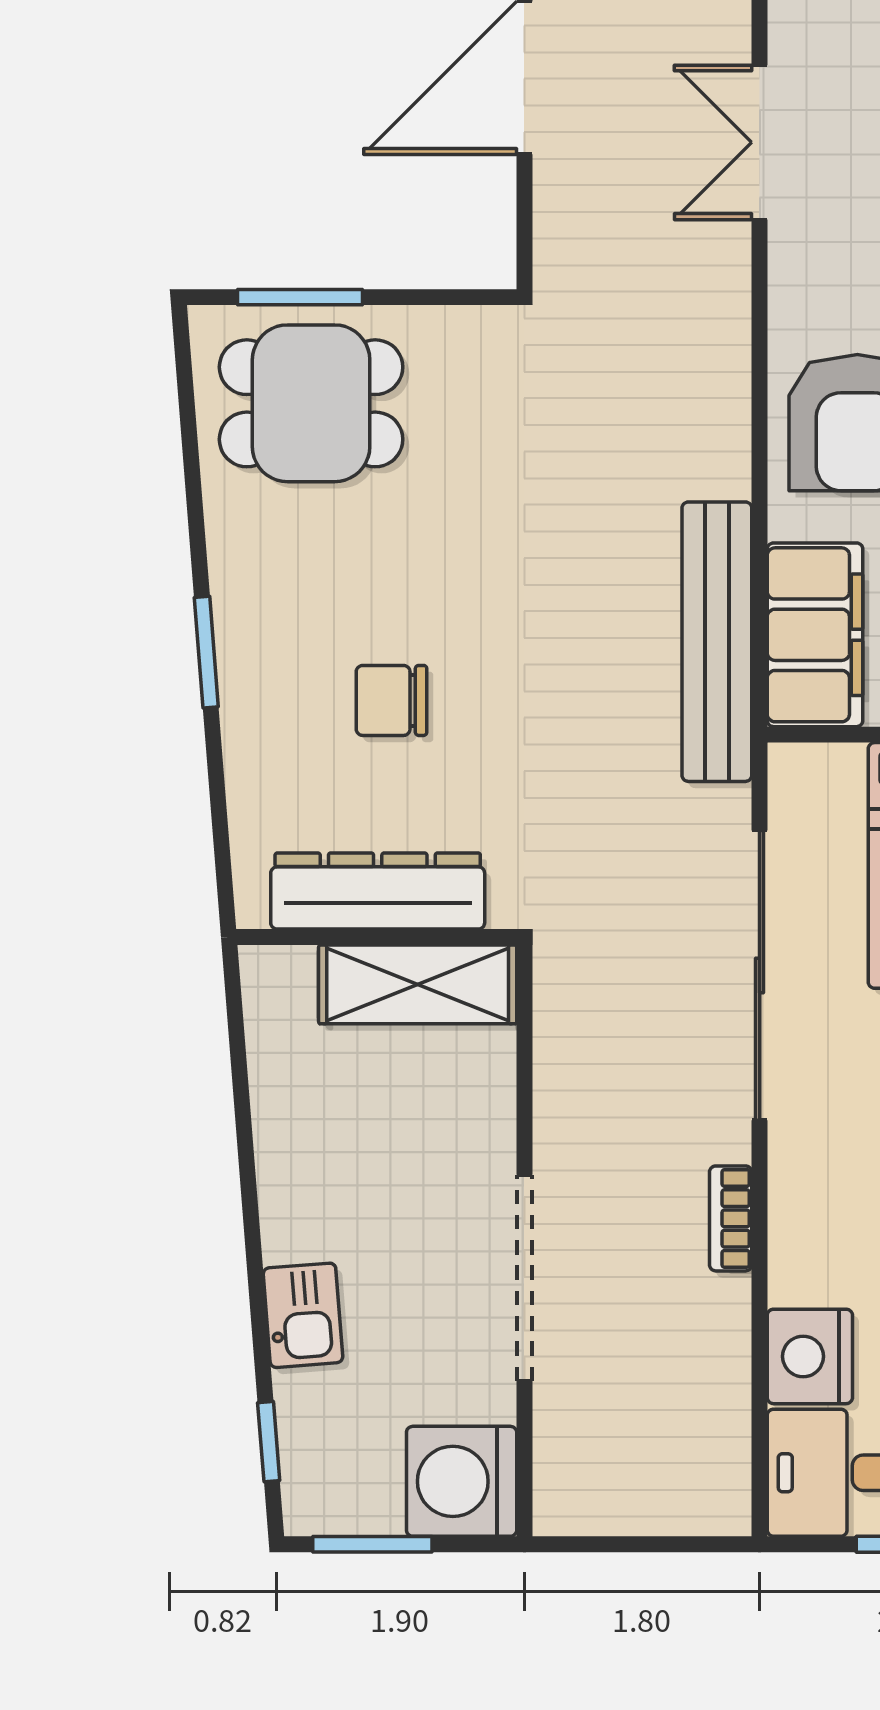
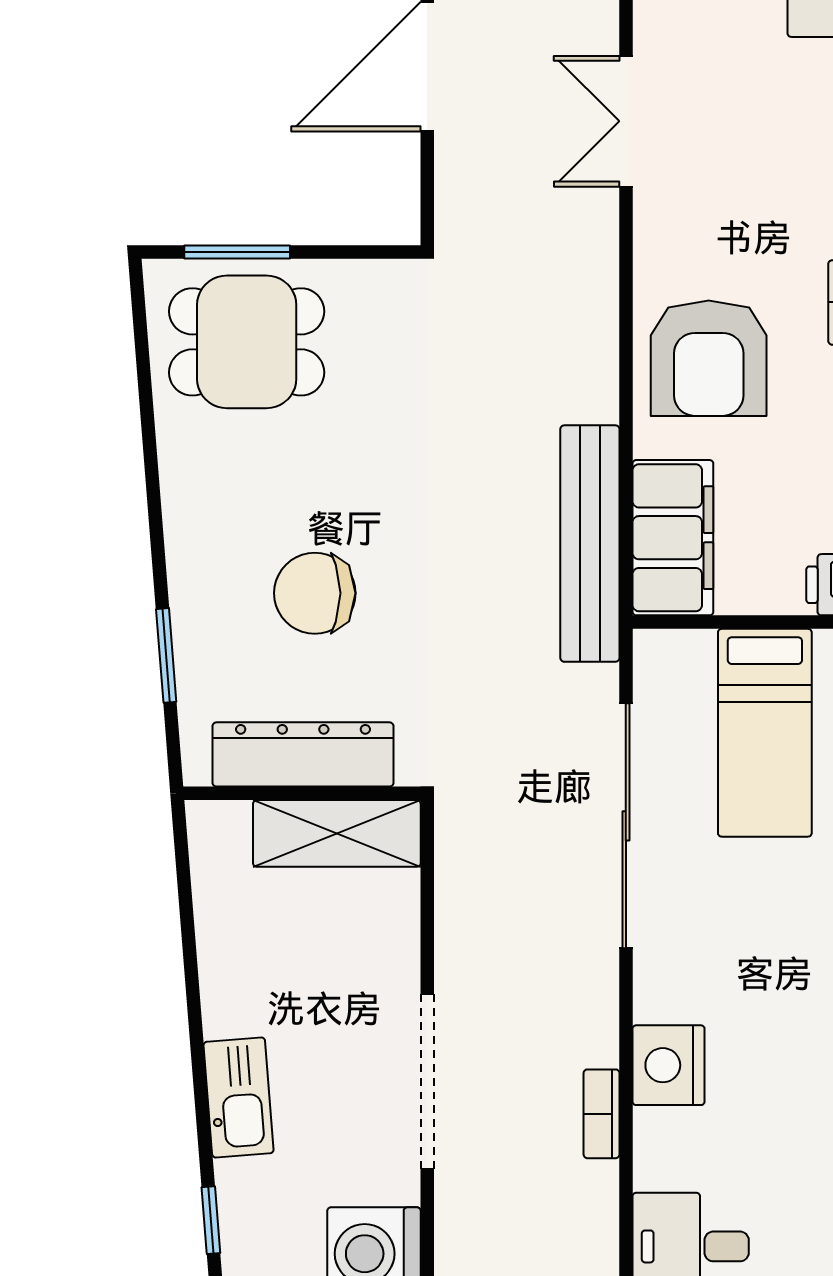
window: (206, 652) -> (166, 655), moved
chair: (392, 700) -> (315, 593), width x1.37, depth x1.37
bookcase: (731, 1218) -> (602, 1114), moved
kitchen sink: (303, 1315) -> (239, 1097), width x1.38
nightstand: (810, 1356) -> (669, 1065), moved

